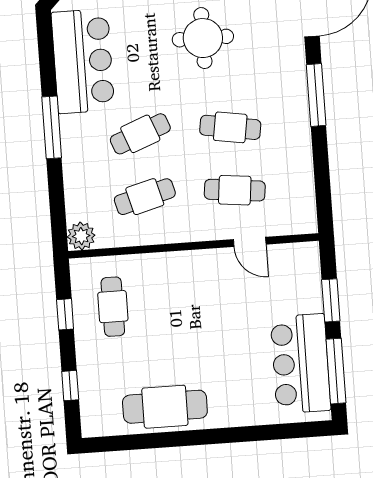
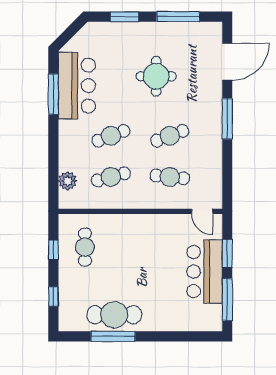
window: (52, 127) -> (53, 94), moved
cafe table: (230, 127) -> (170, 136), turned -30
plant: (81, 236) -> (68, 181), moved
door: (250, 242) -> (202, 211), moved
bar counter: (301, 364) -> (205, 272), moved
window: (165, 440) -> (113, 336), added

